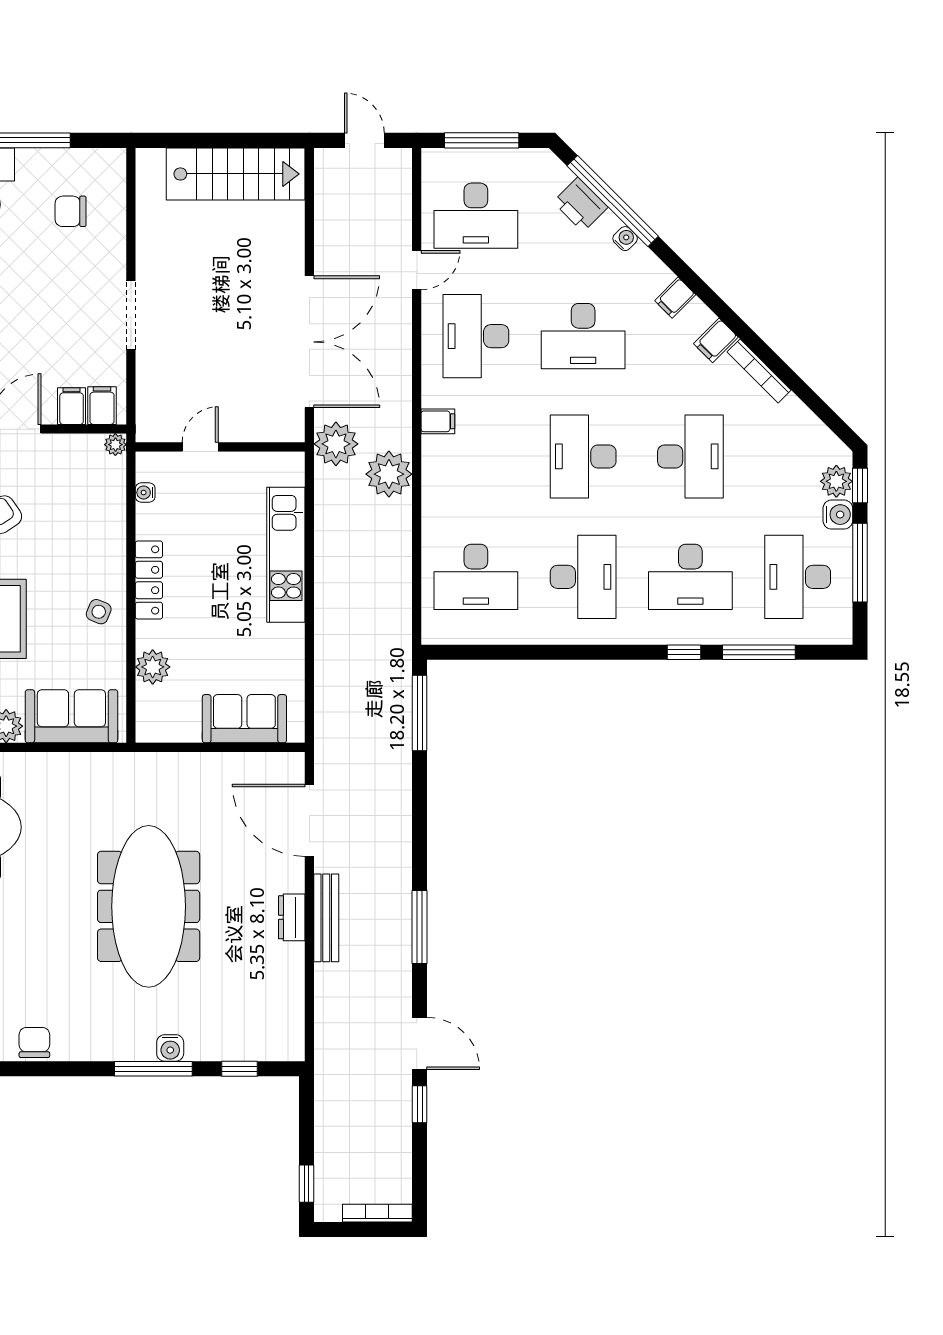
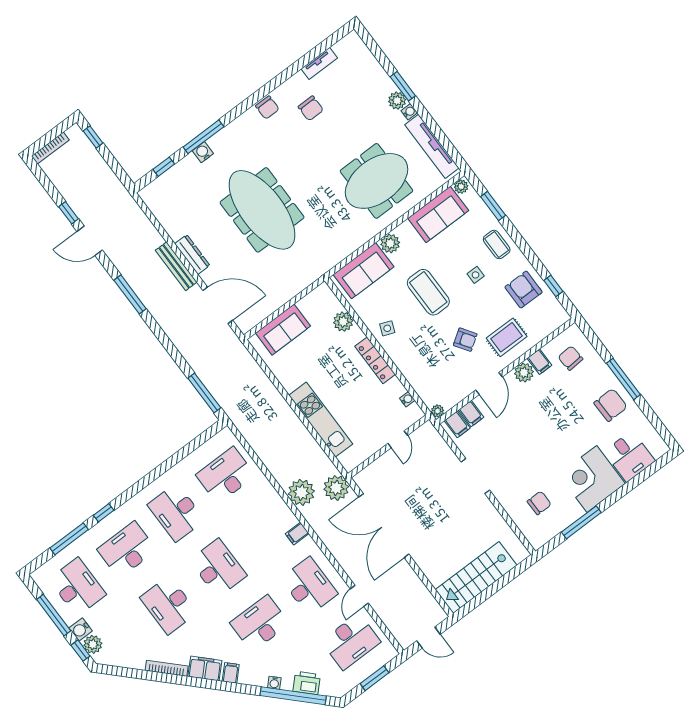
window: (482, 140) -> (374, 678), width x0.69
desk: (476, 216) -> (351, 642), turned 180
filing cabinet: (716, 340) -> (205, 669), width x2.00
dresser: (292, 917) -> (192, 255), width x1.44

